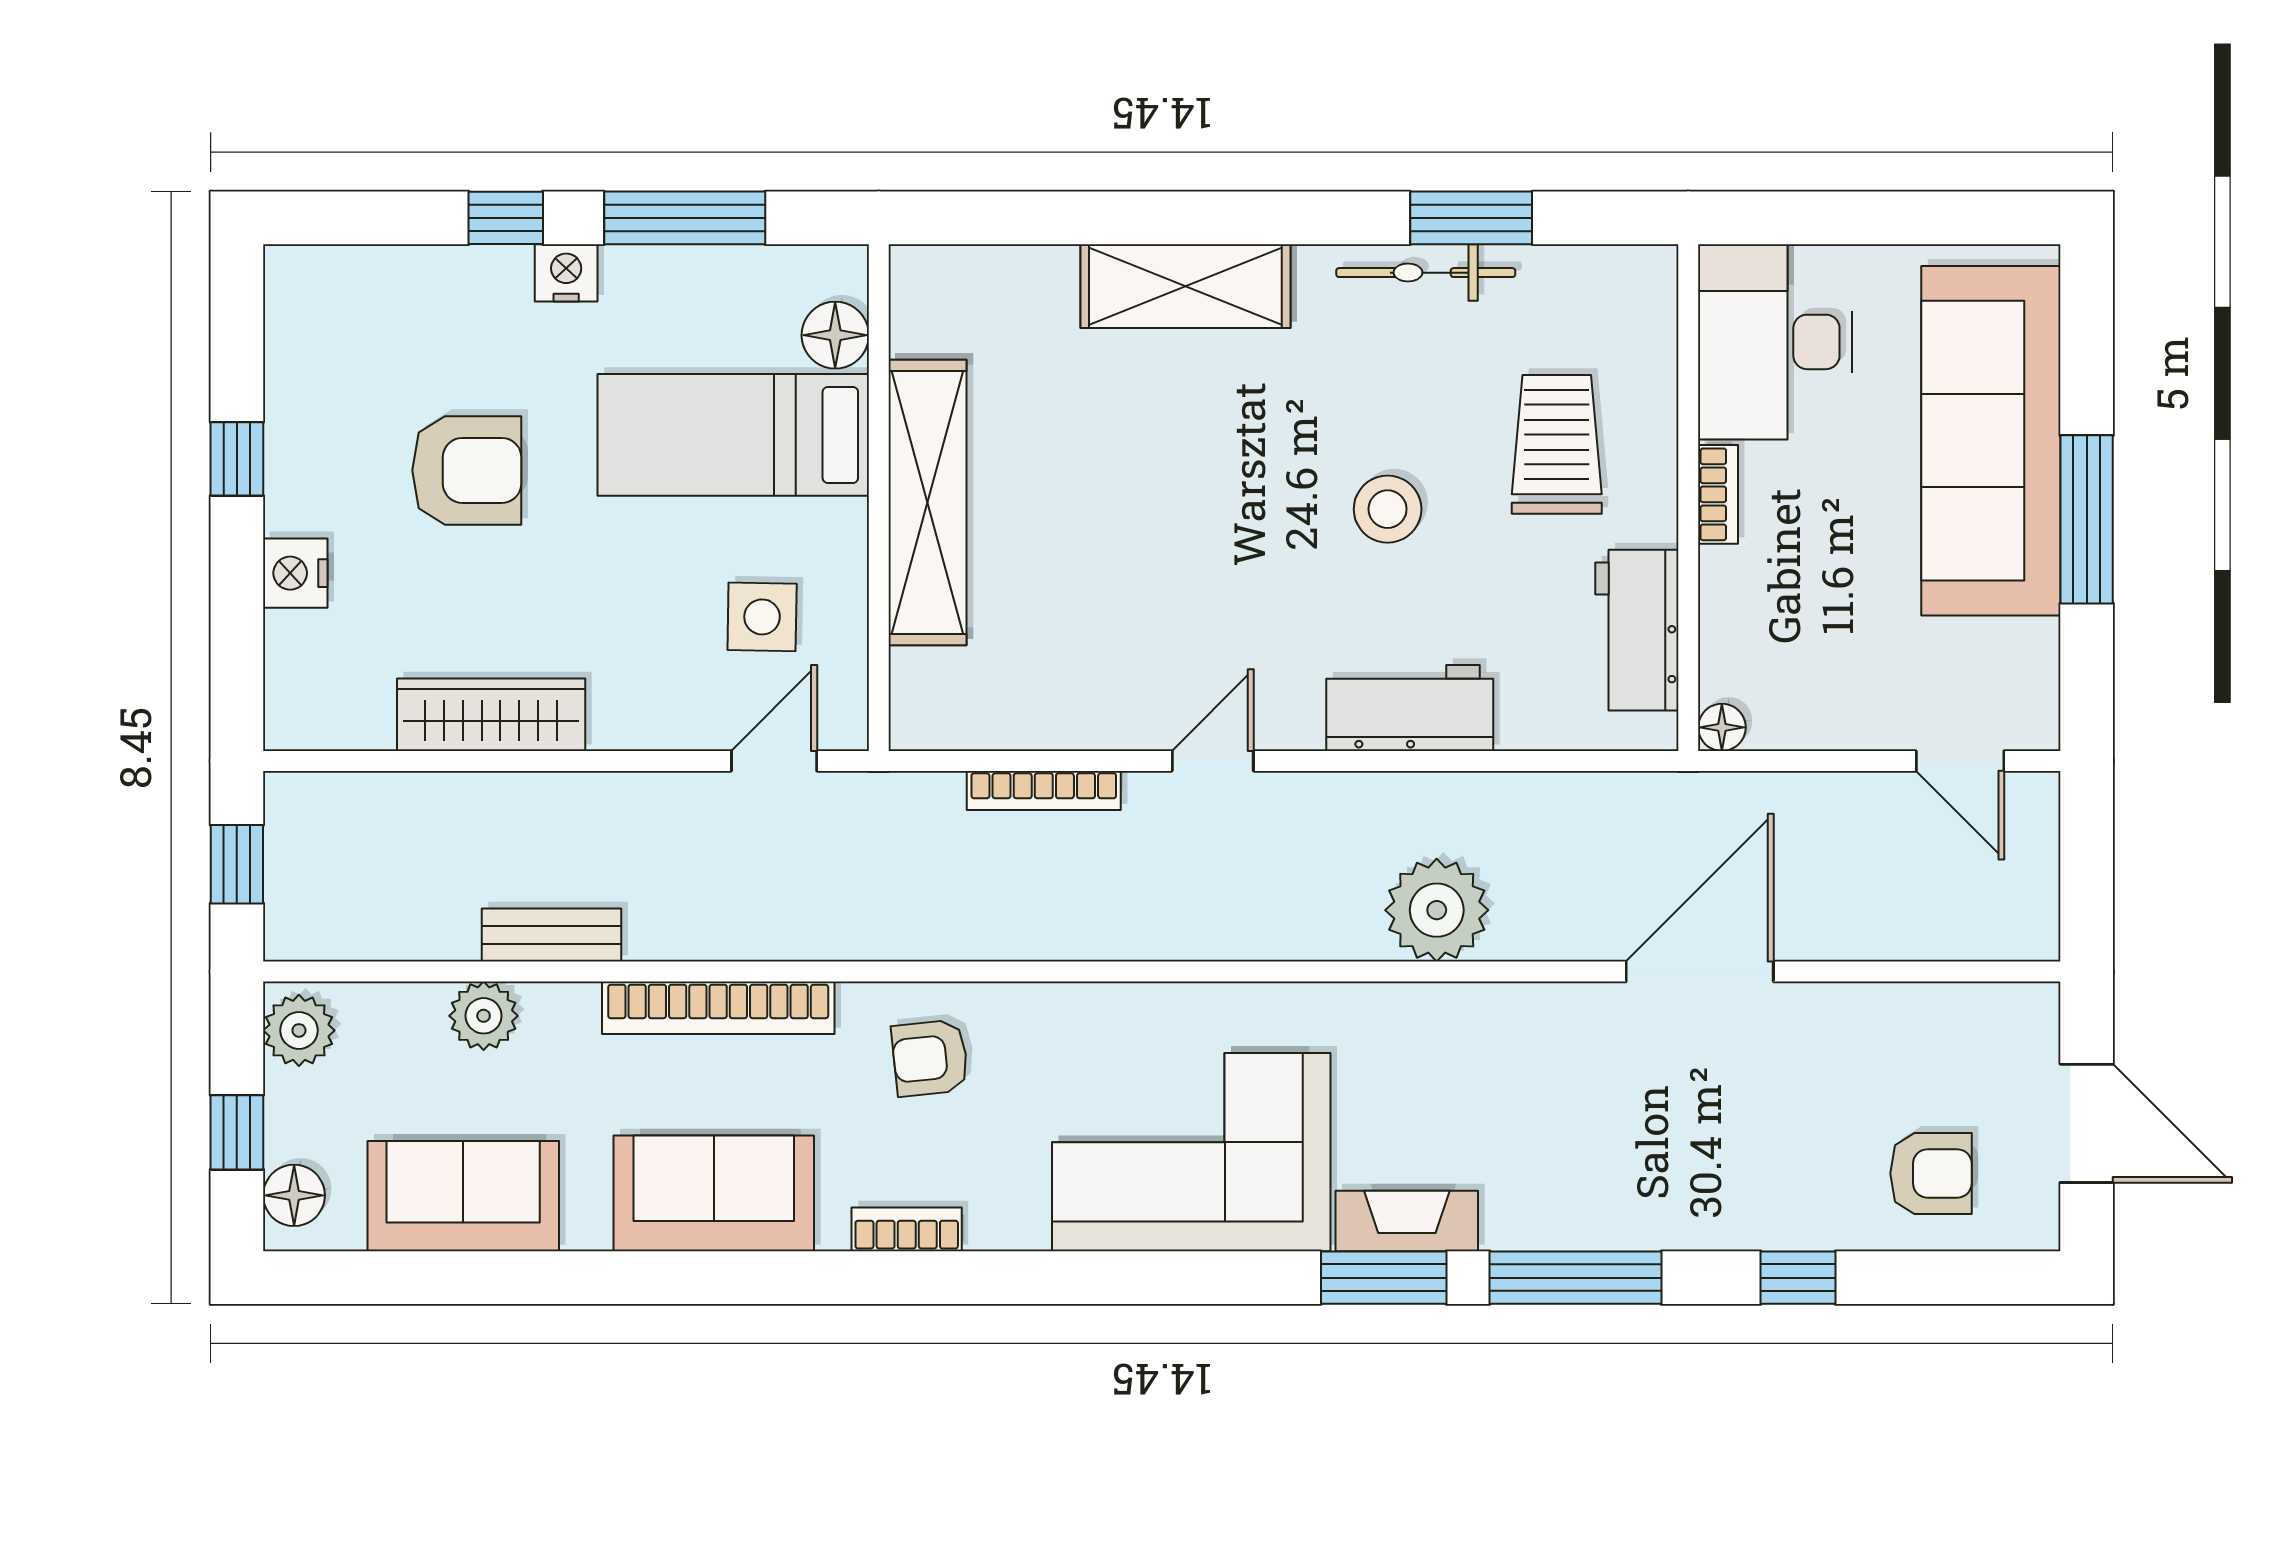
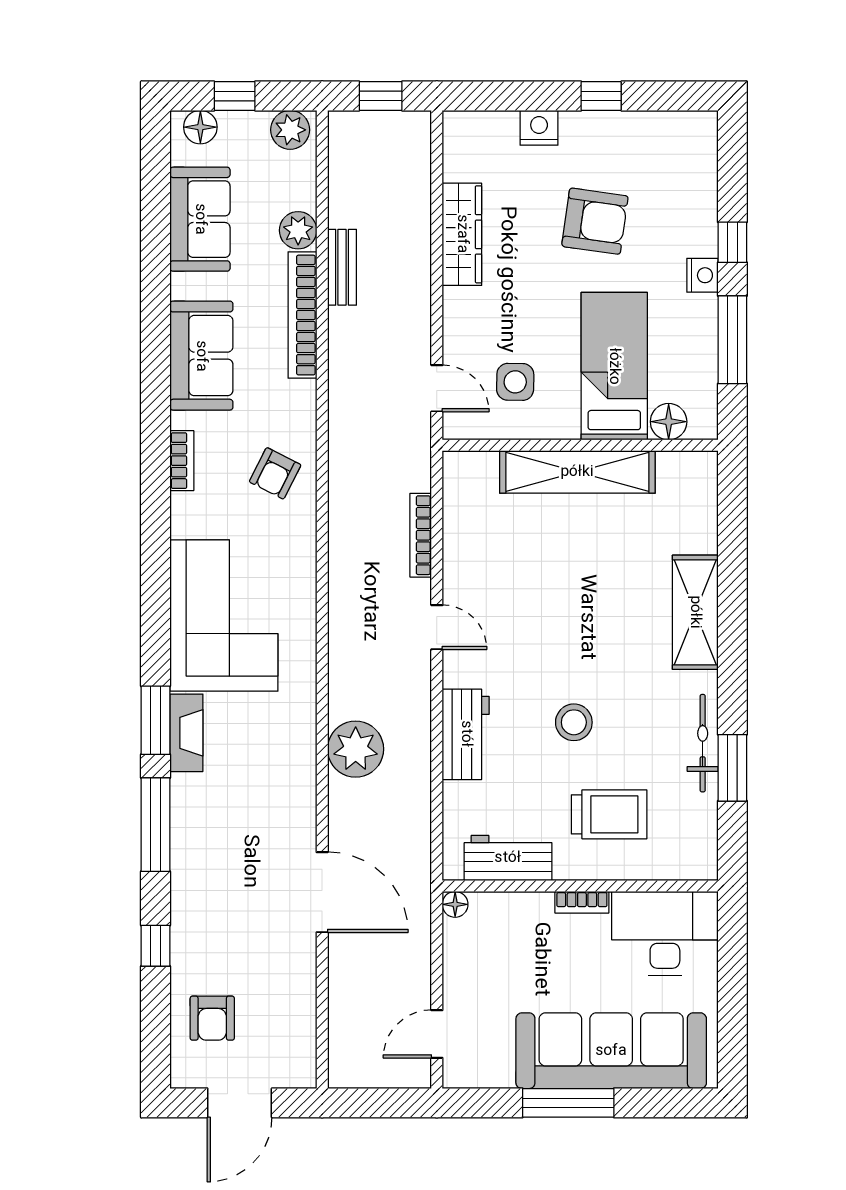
armchair: (467, 470) -> (595, 221), turned -82
bookcase: (718, 1008) -> (302, 315), moved
armchair: (930, 1058) -> (275, 473), turned -147

